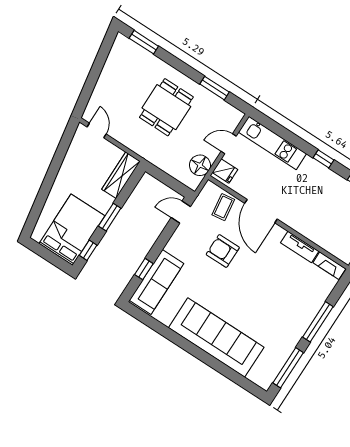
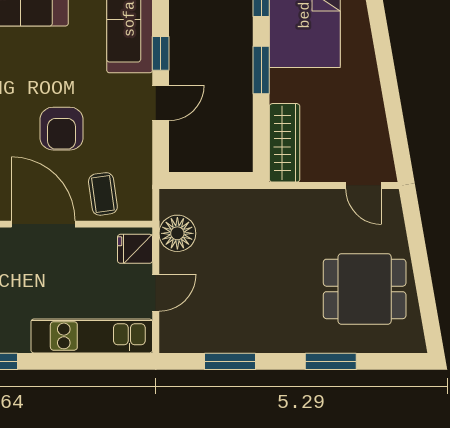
window: (144, 42) -> (331, 361), moved
dining table: (166, 107) -> (365, 289), moved, turned 90
door: (181, 212) -> (161, 103), moved
armchair: (223, 251) -> (61, 129), turned 90
window: (144, 269) -> (161, 53), moved

